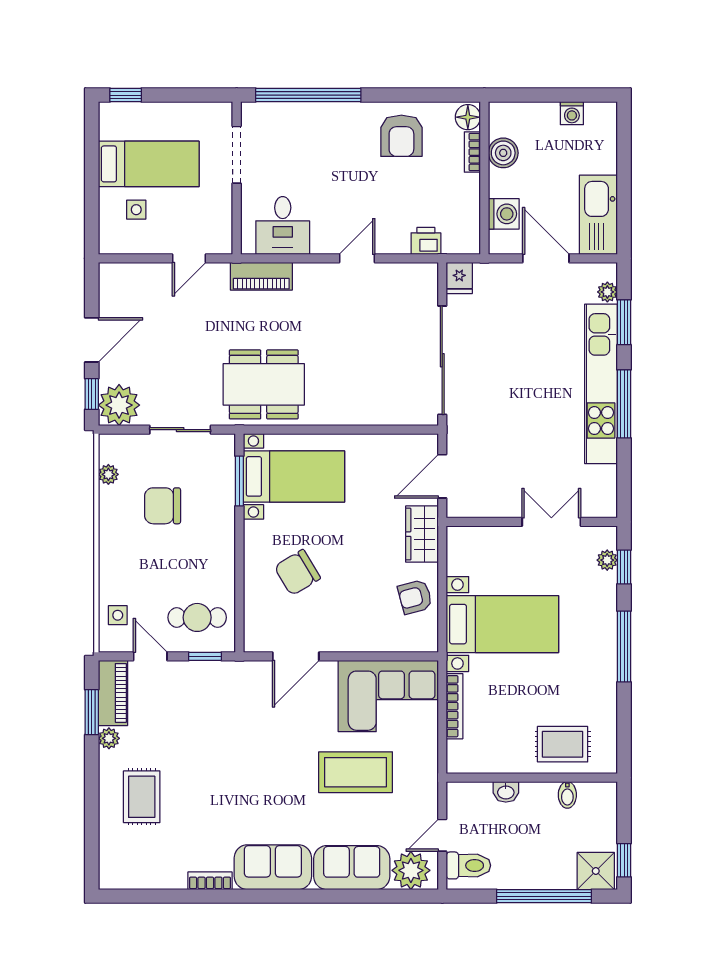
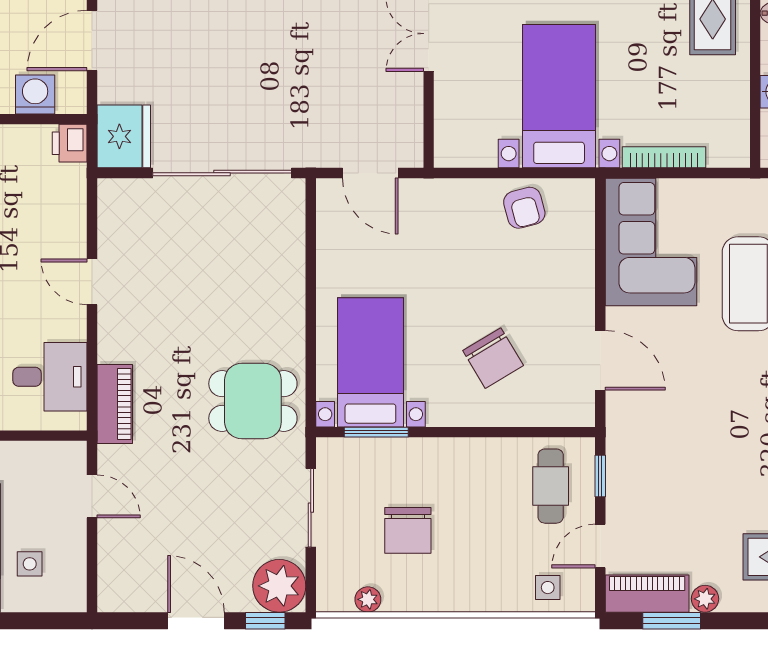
printer: (426, 241) -> (70, 143), moved
fridge: (459, 278) -> (124, 136), width x1.88, depth x1.34
dining table: (264, 384) -> (253, 401), width x0.73
wardrobe: (422, 534) -> (444, 199), removed

